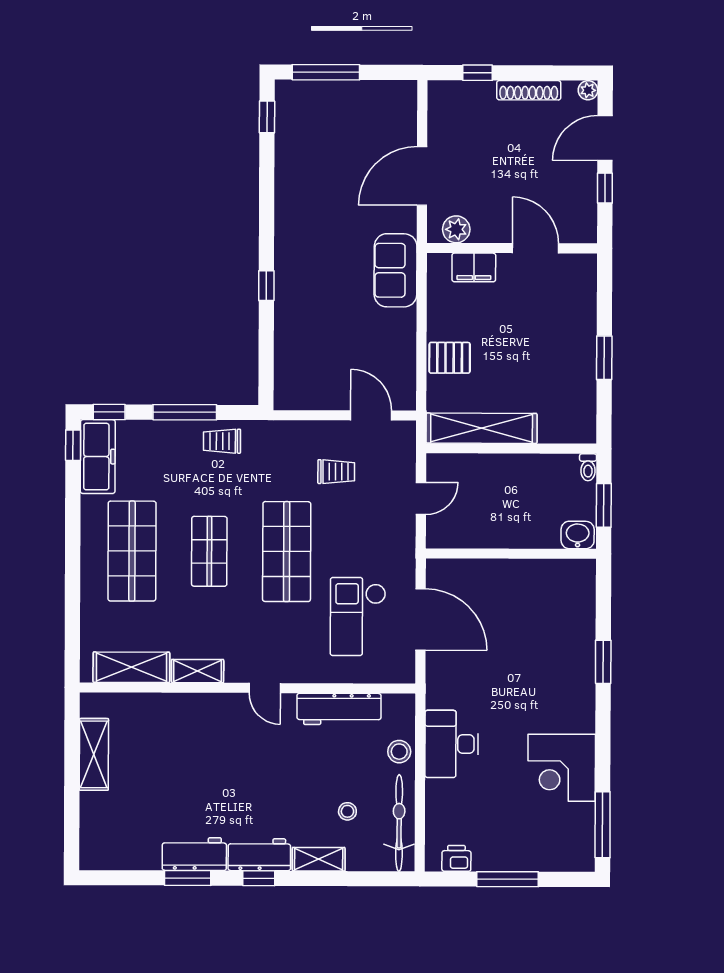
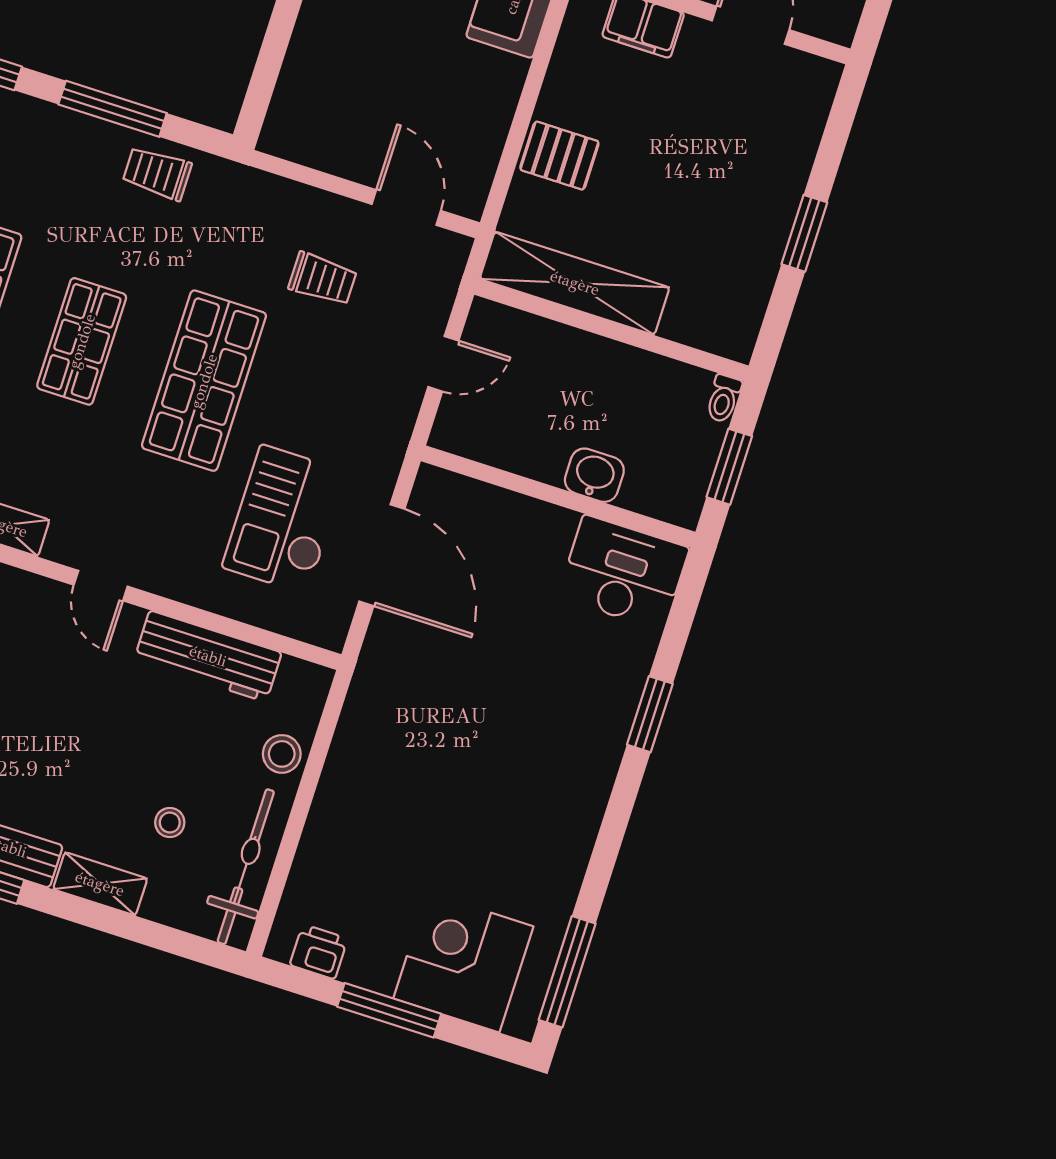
washbasin: (578, 535) -> (594, 475), moved
desk: (452, 744) -> (623, 572), moved, turned 90
corner desk: (562, 768) -> (463, 962), moved, turned 90

